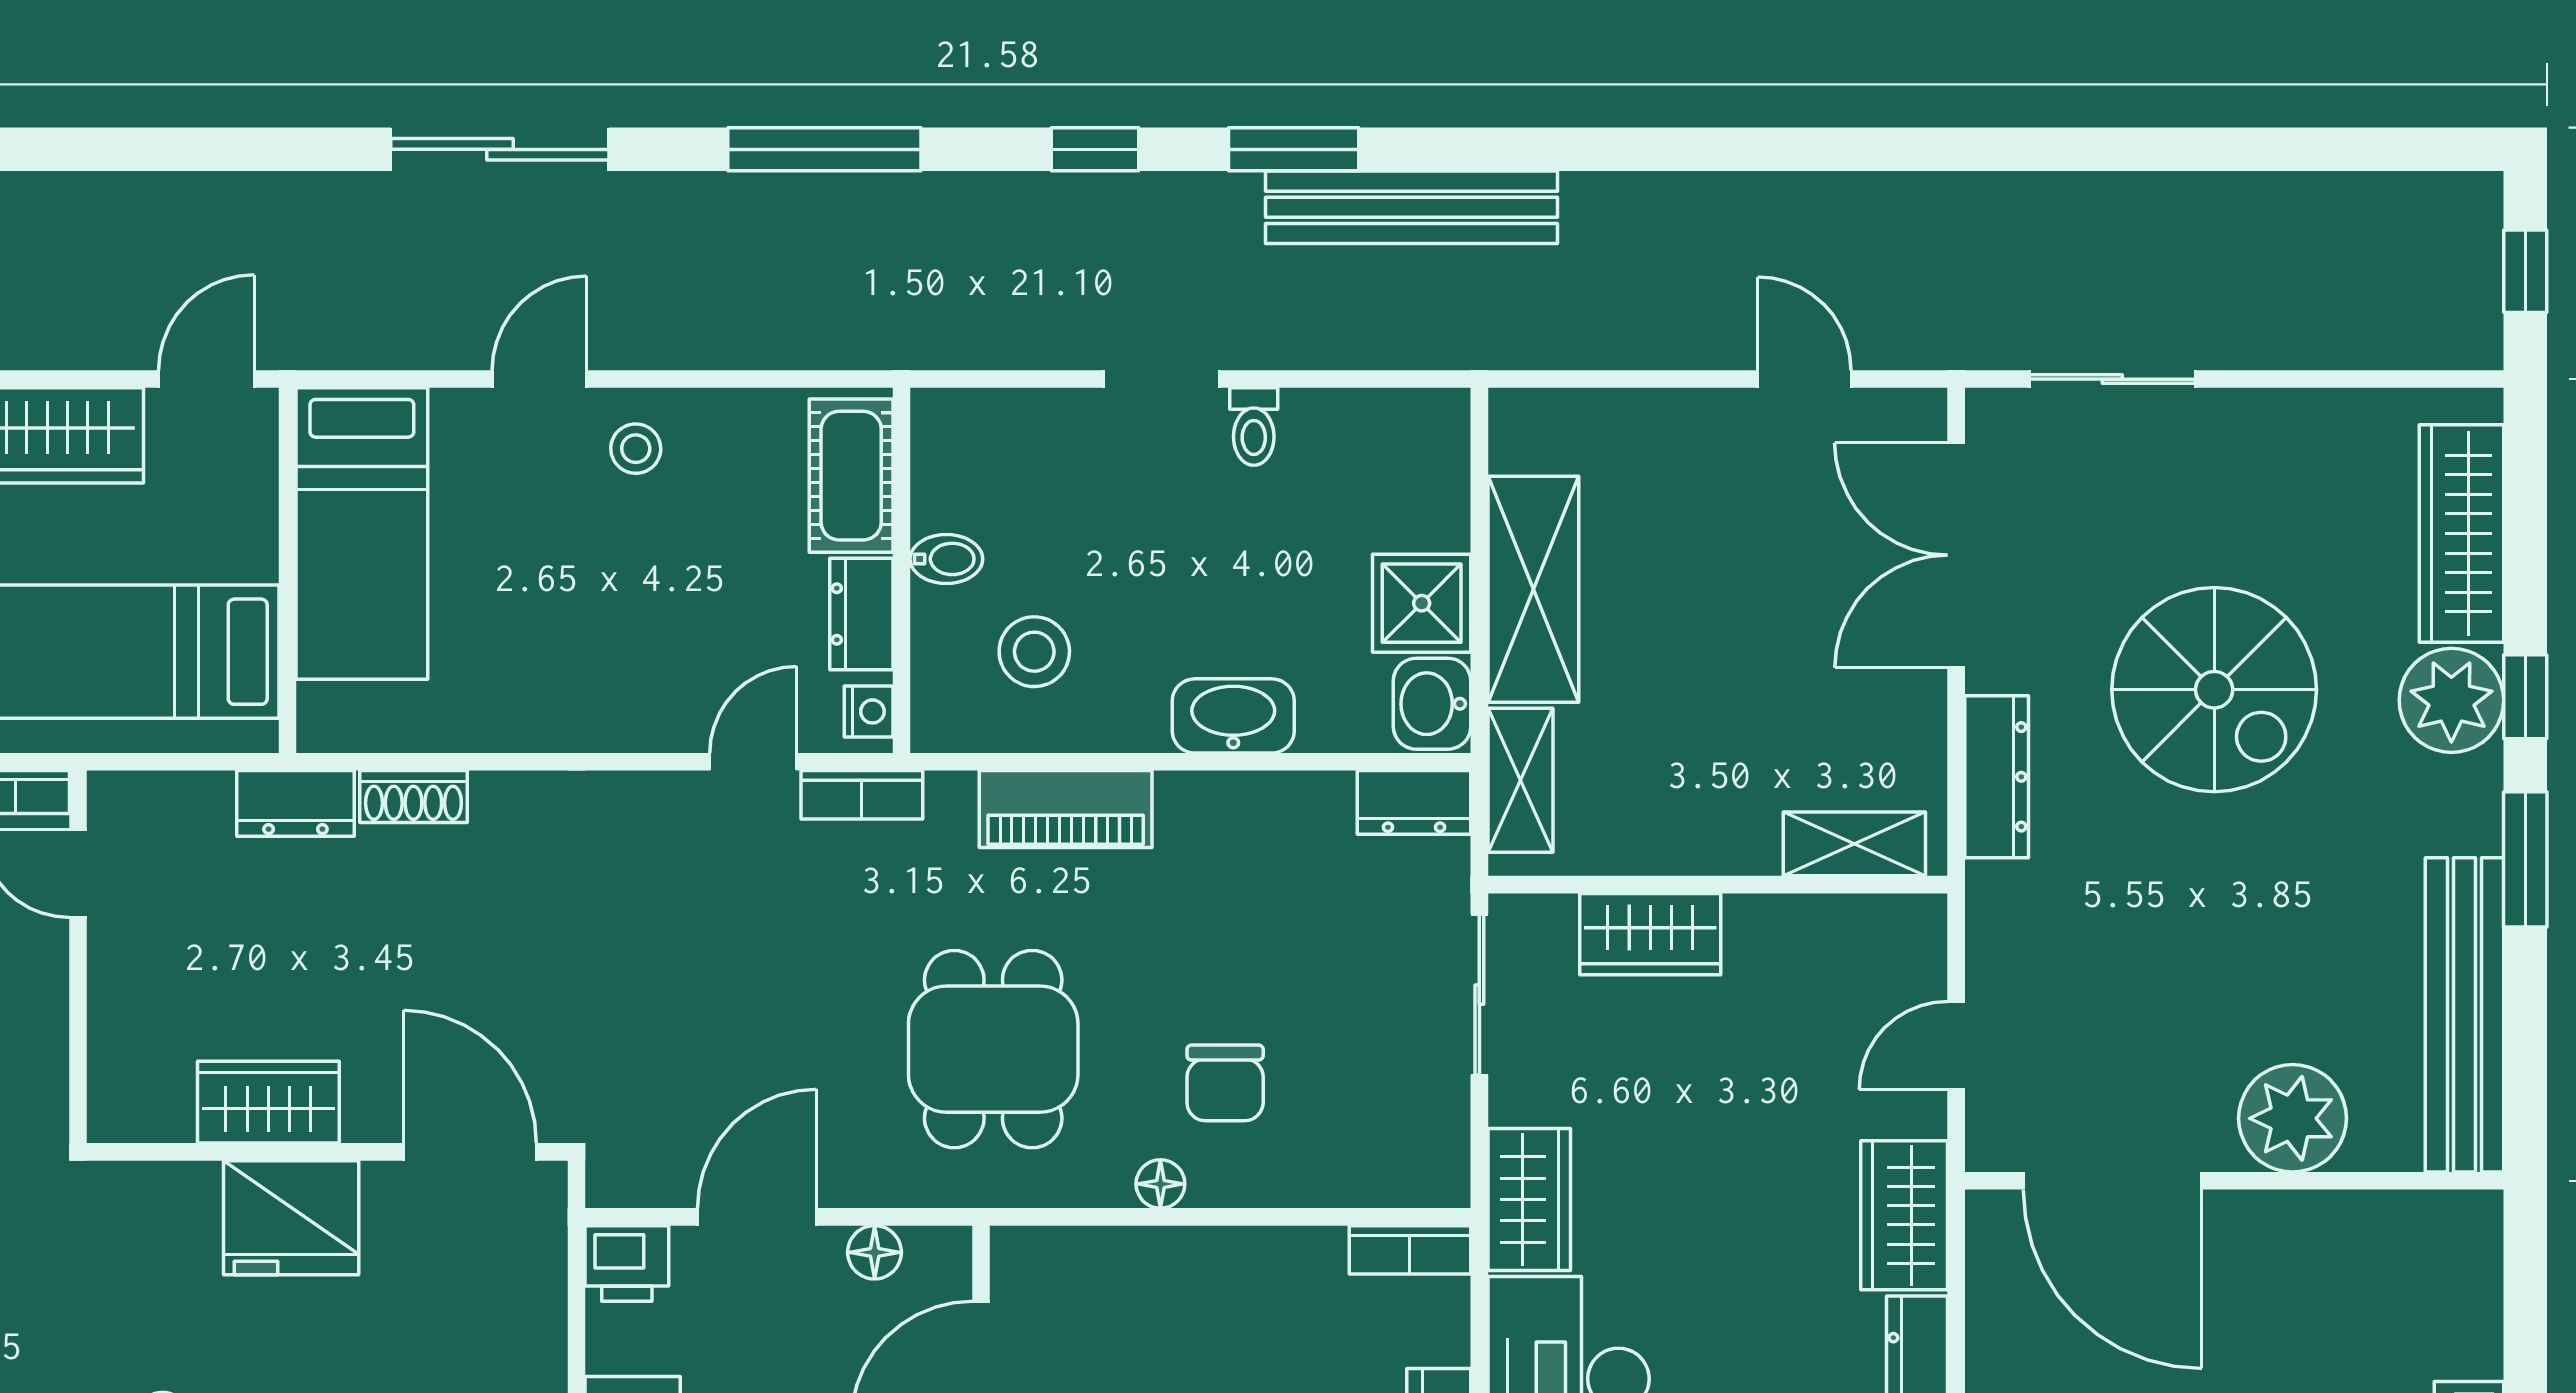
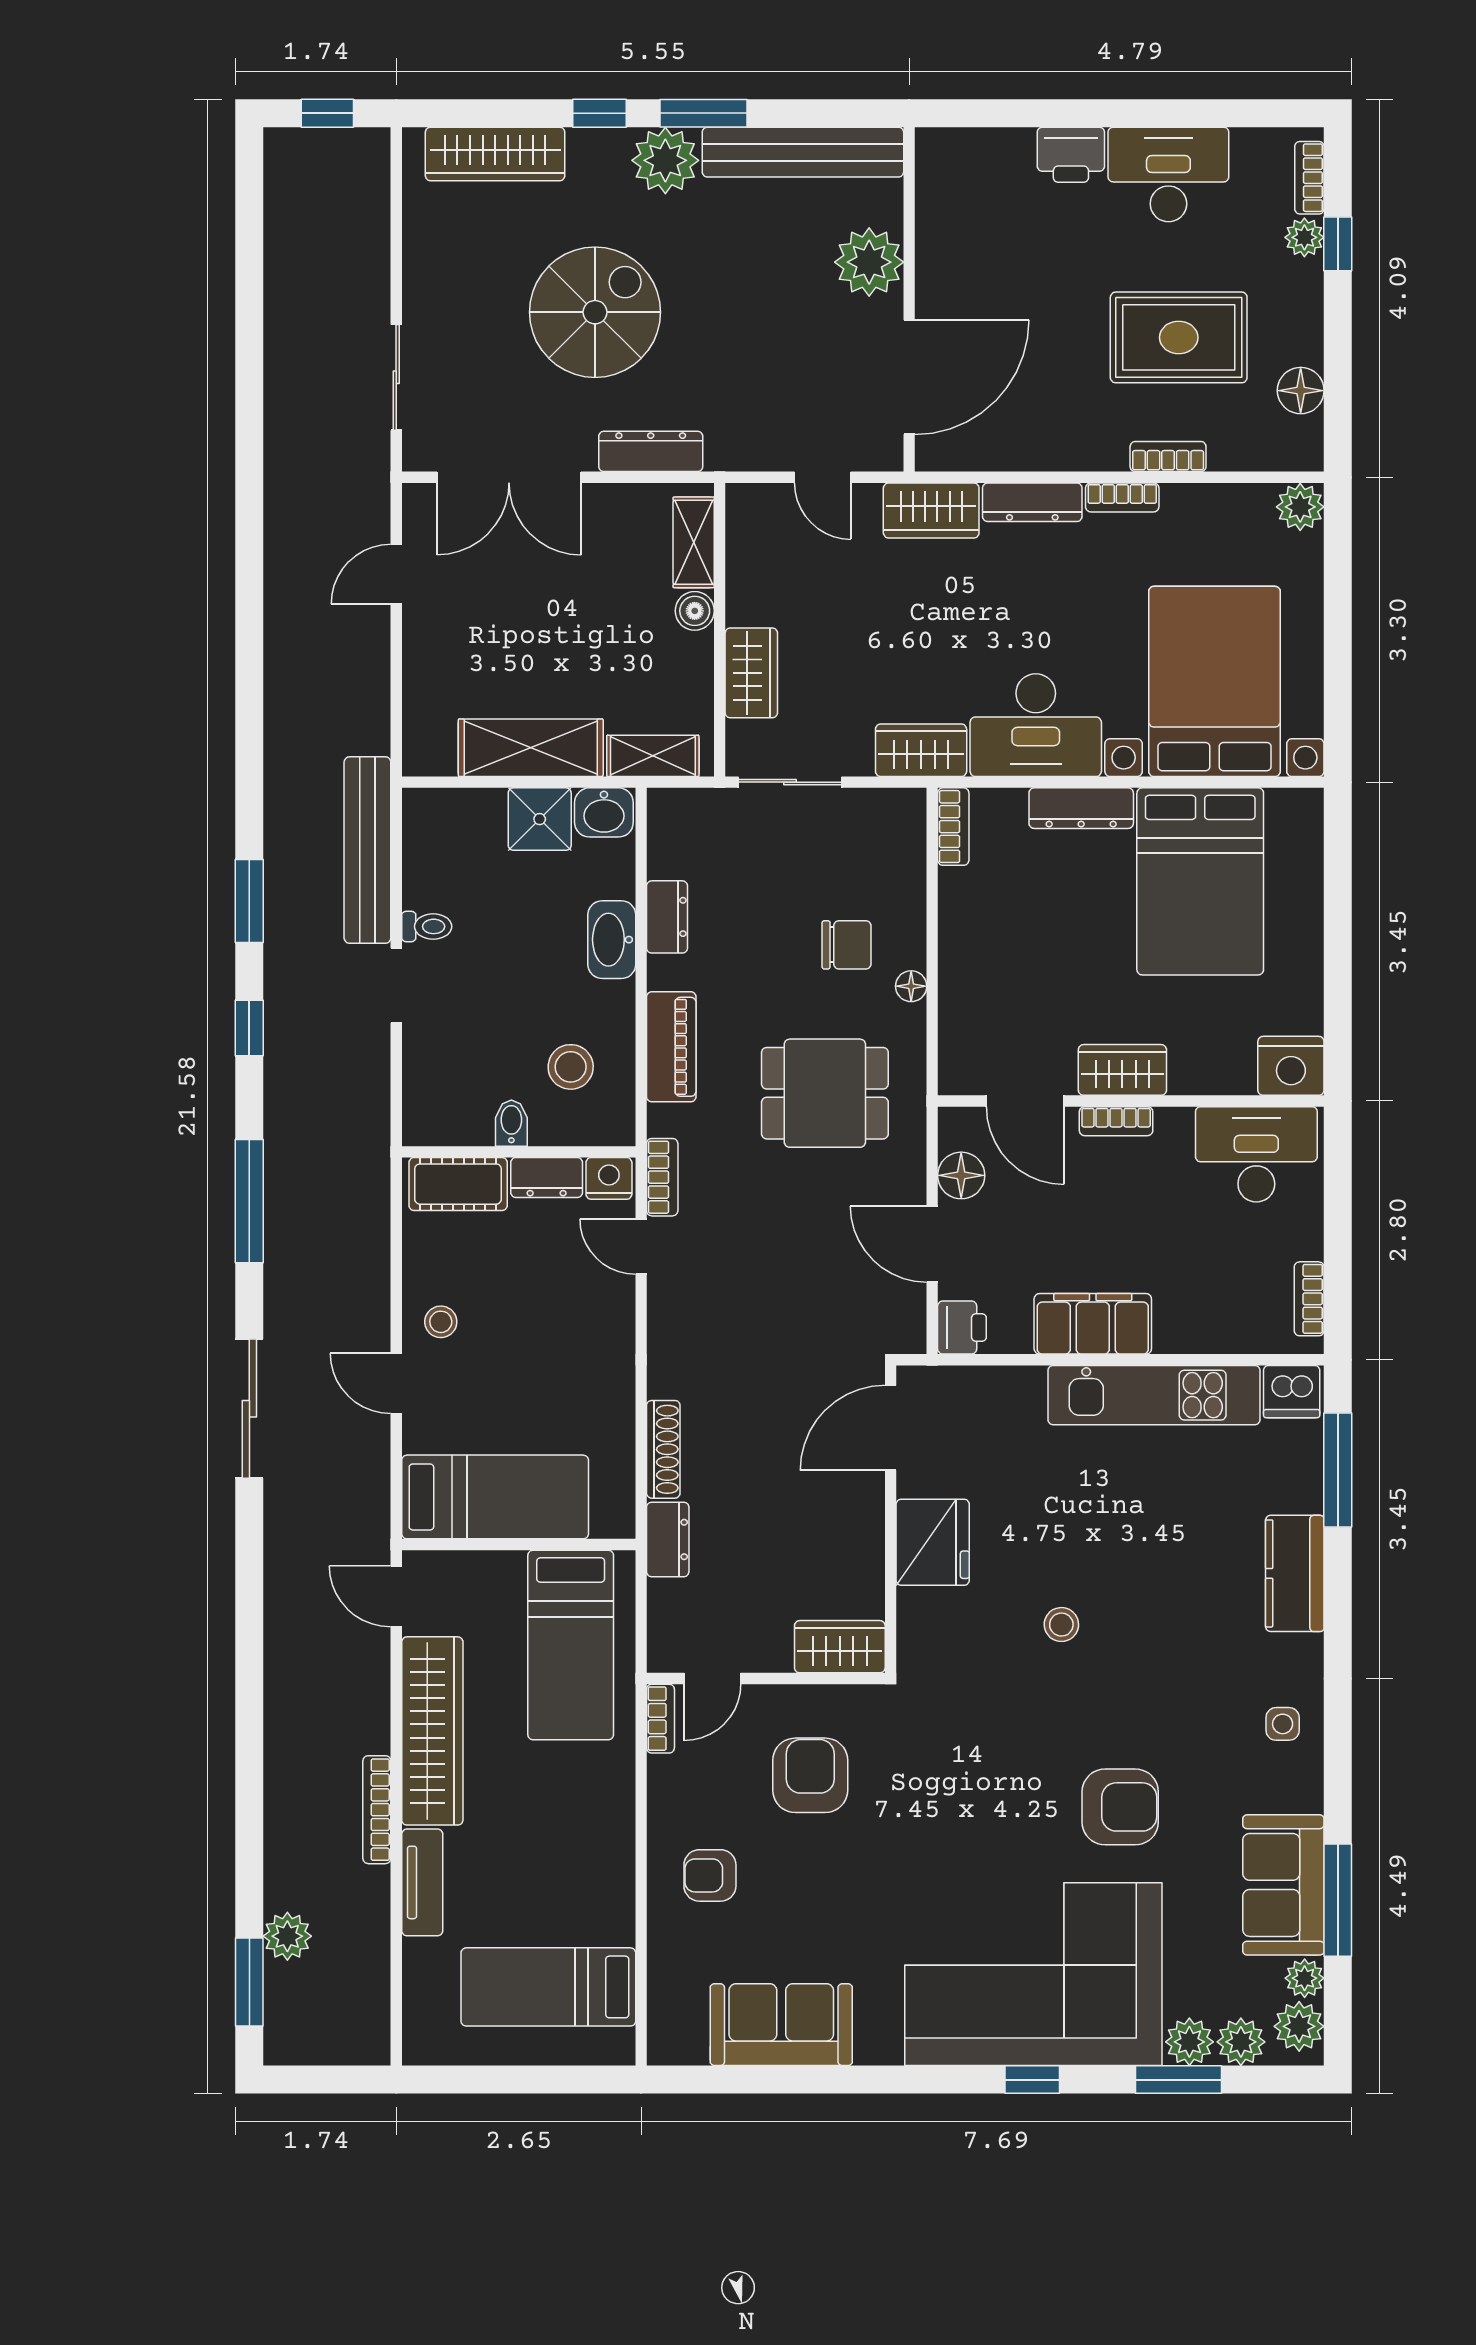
bench: (1412, 207) -> (367, 850), moved
plant: (2451, 700) -> (665, 160), moved
nightstand: (869, 711) -> (609, 1178), width x1.39, depth x1.35
shoe rack: (413, 797) -> (663, 1449), width x1.43
dresser: (1414, 802) -> (667, 917), moved
boiler: (1747, 846) -> (695, 611), added
wardrobe: (268, 1102) -> (840, 1647), moved, turned 90
floor lamp: (875, 1252) -> (961, 1175), width x1.37, depth x1.37

